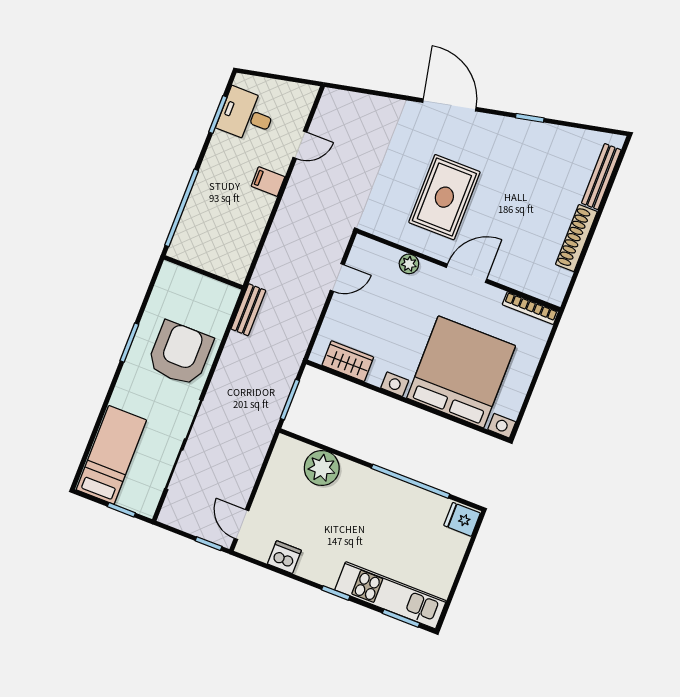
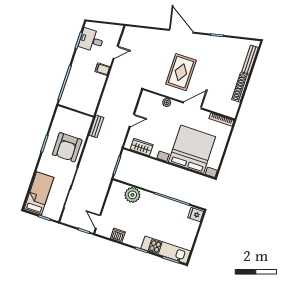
door: (337, 278) -> (132, 120), moved
armchair: (180, 353) -> (67, 147), turned 180

